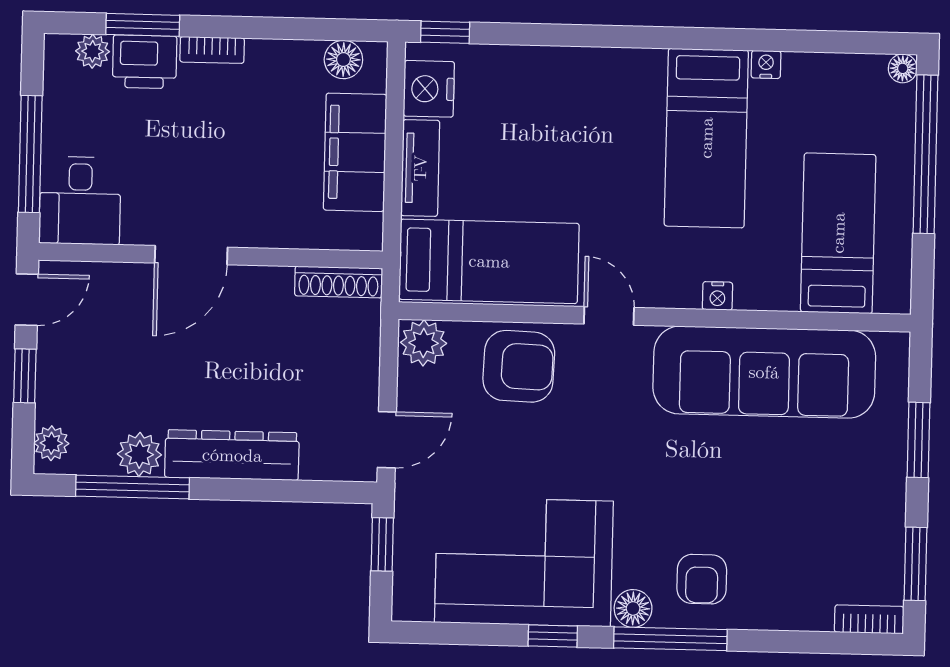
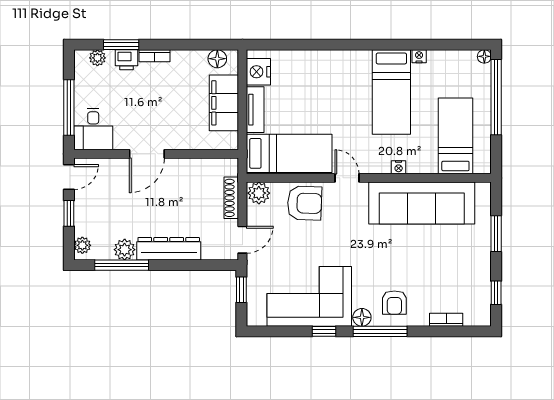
window: (445, 32) -> (266, 45), removed
printer: (145, 62) -> (126, 60), width x0.73, depth x0.81
shoe rack: (339, 282) -> (231, 198), moved, turned 90
window: (915, 564) -> (496, 293), width x0.67
bookcase: (869, 619) -> (446, 320), moved

